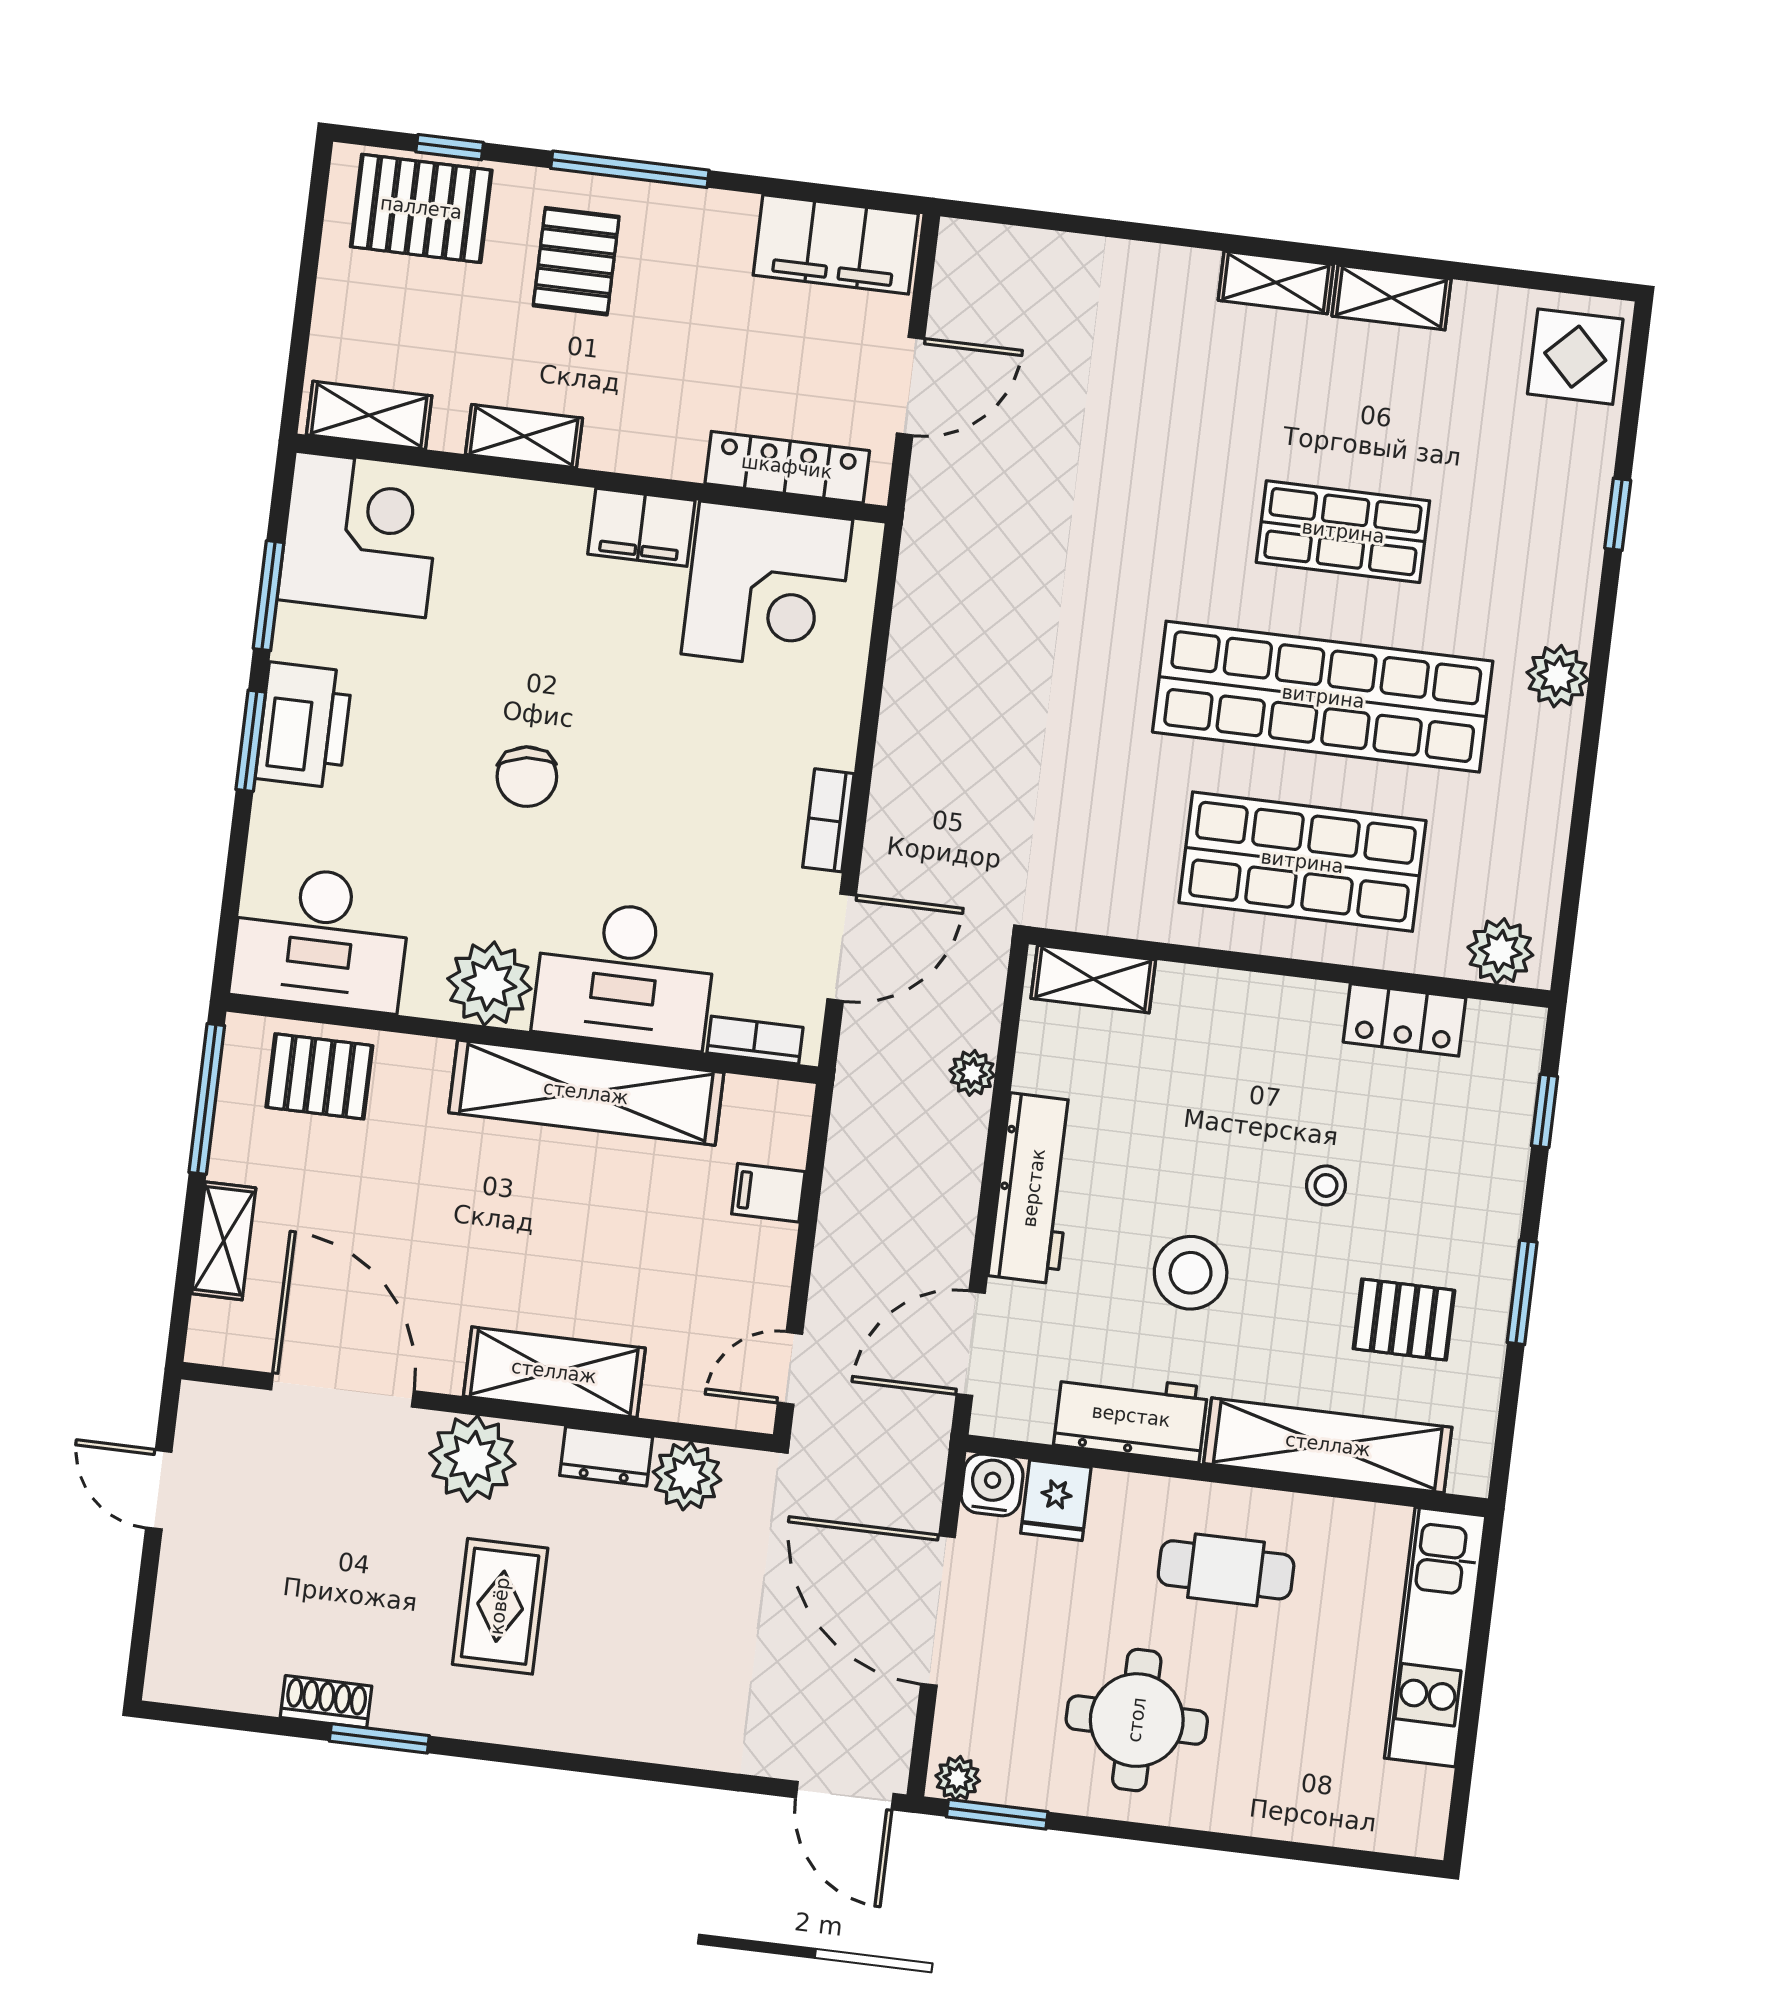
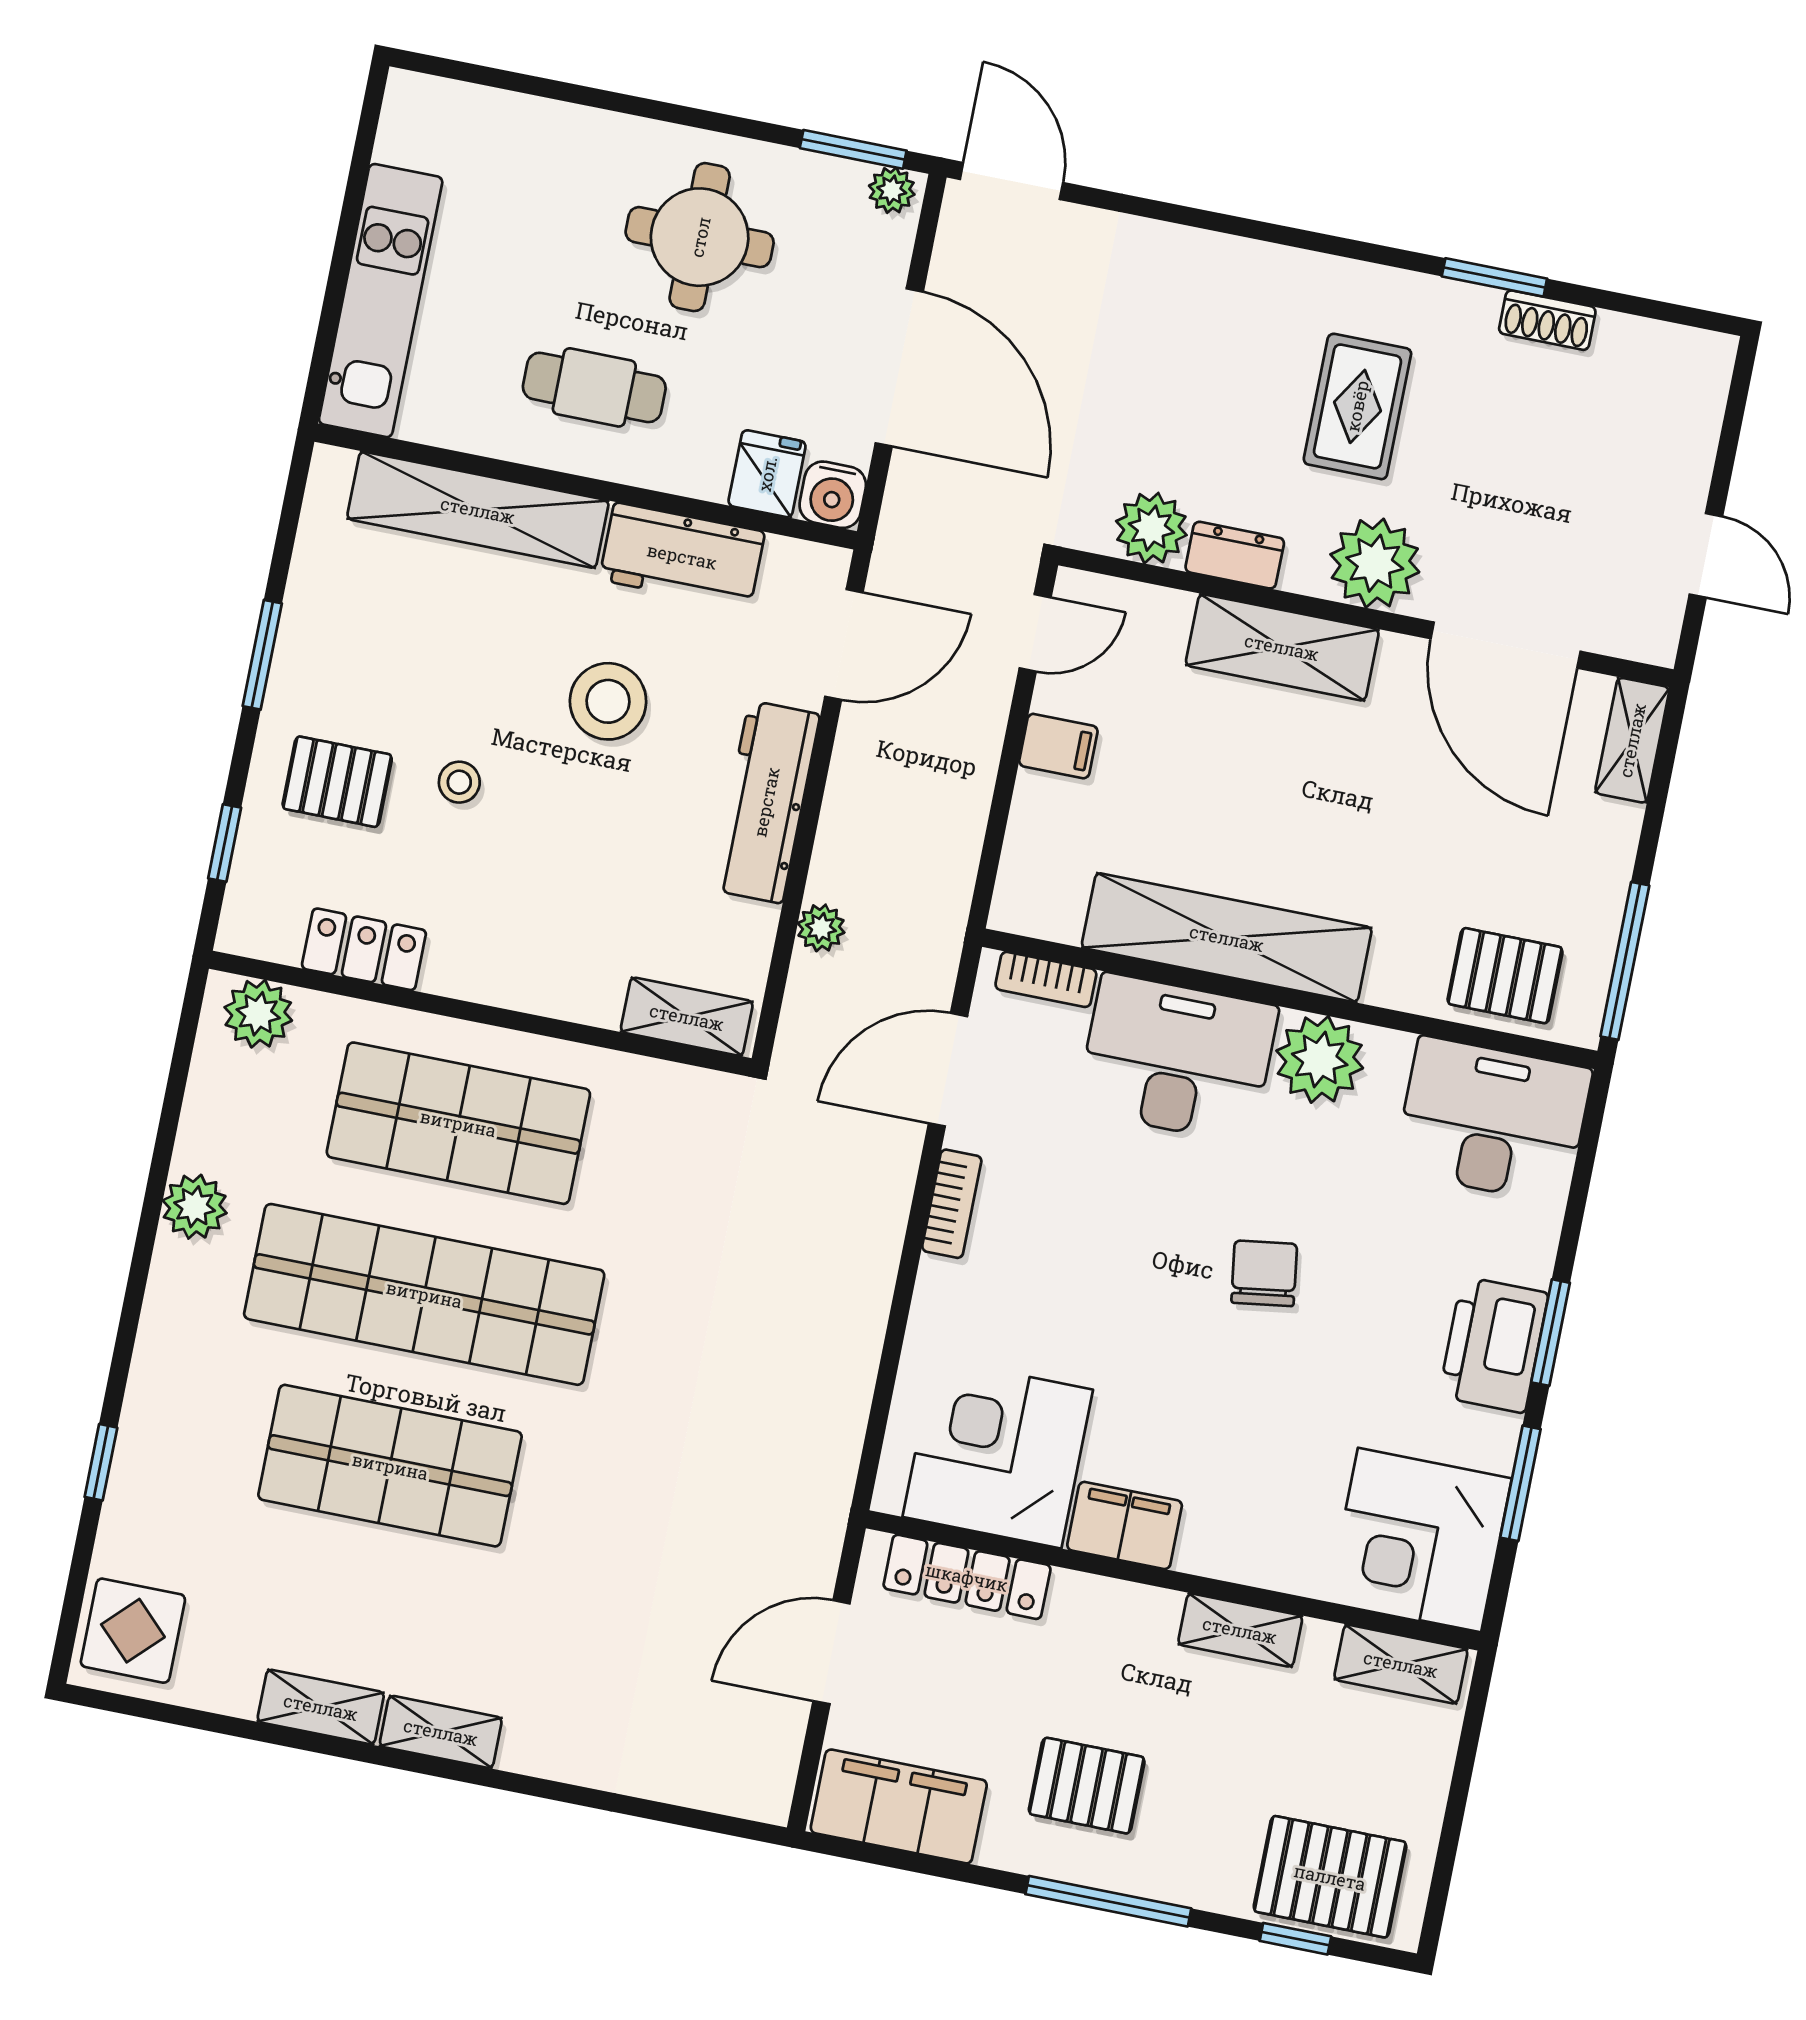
pallet: (576, 261) -> (1087, 1786), moved, turned 90
shop shelf: (1343, 532) -> (390, 1466), width x1.43, depth x1.36
plant: (1558, 676) -> (195, 1207), moved
filing cabinet: (768, 1193) -> (1058, 746), moved
shelving: (224, 1241) -> (1632, 740), moved
pallet: (1404, 1319) -> (337, 782), moved

